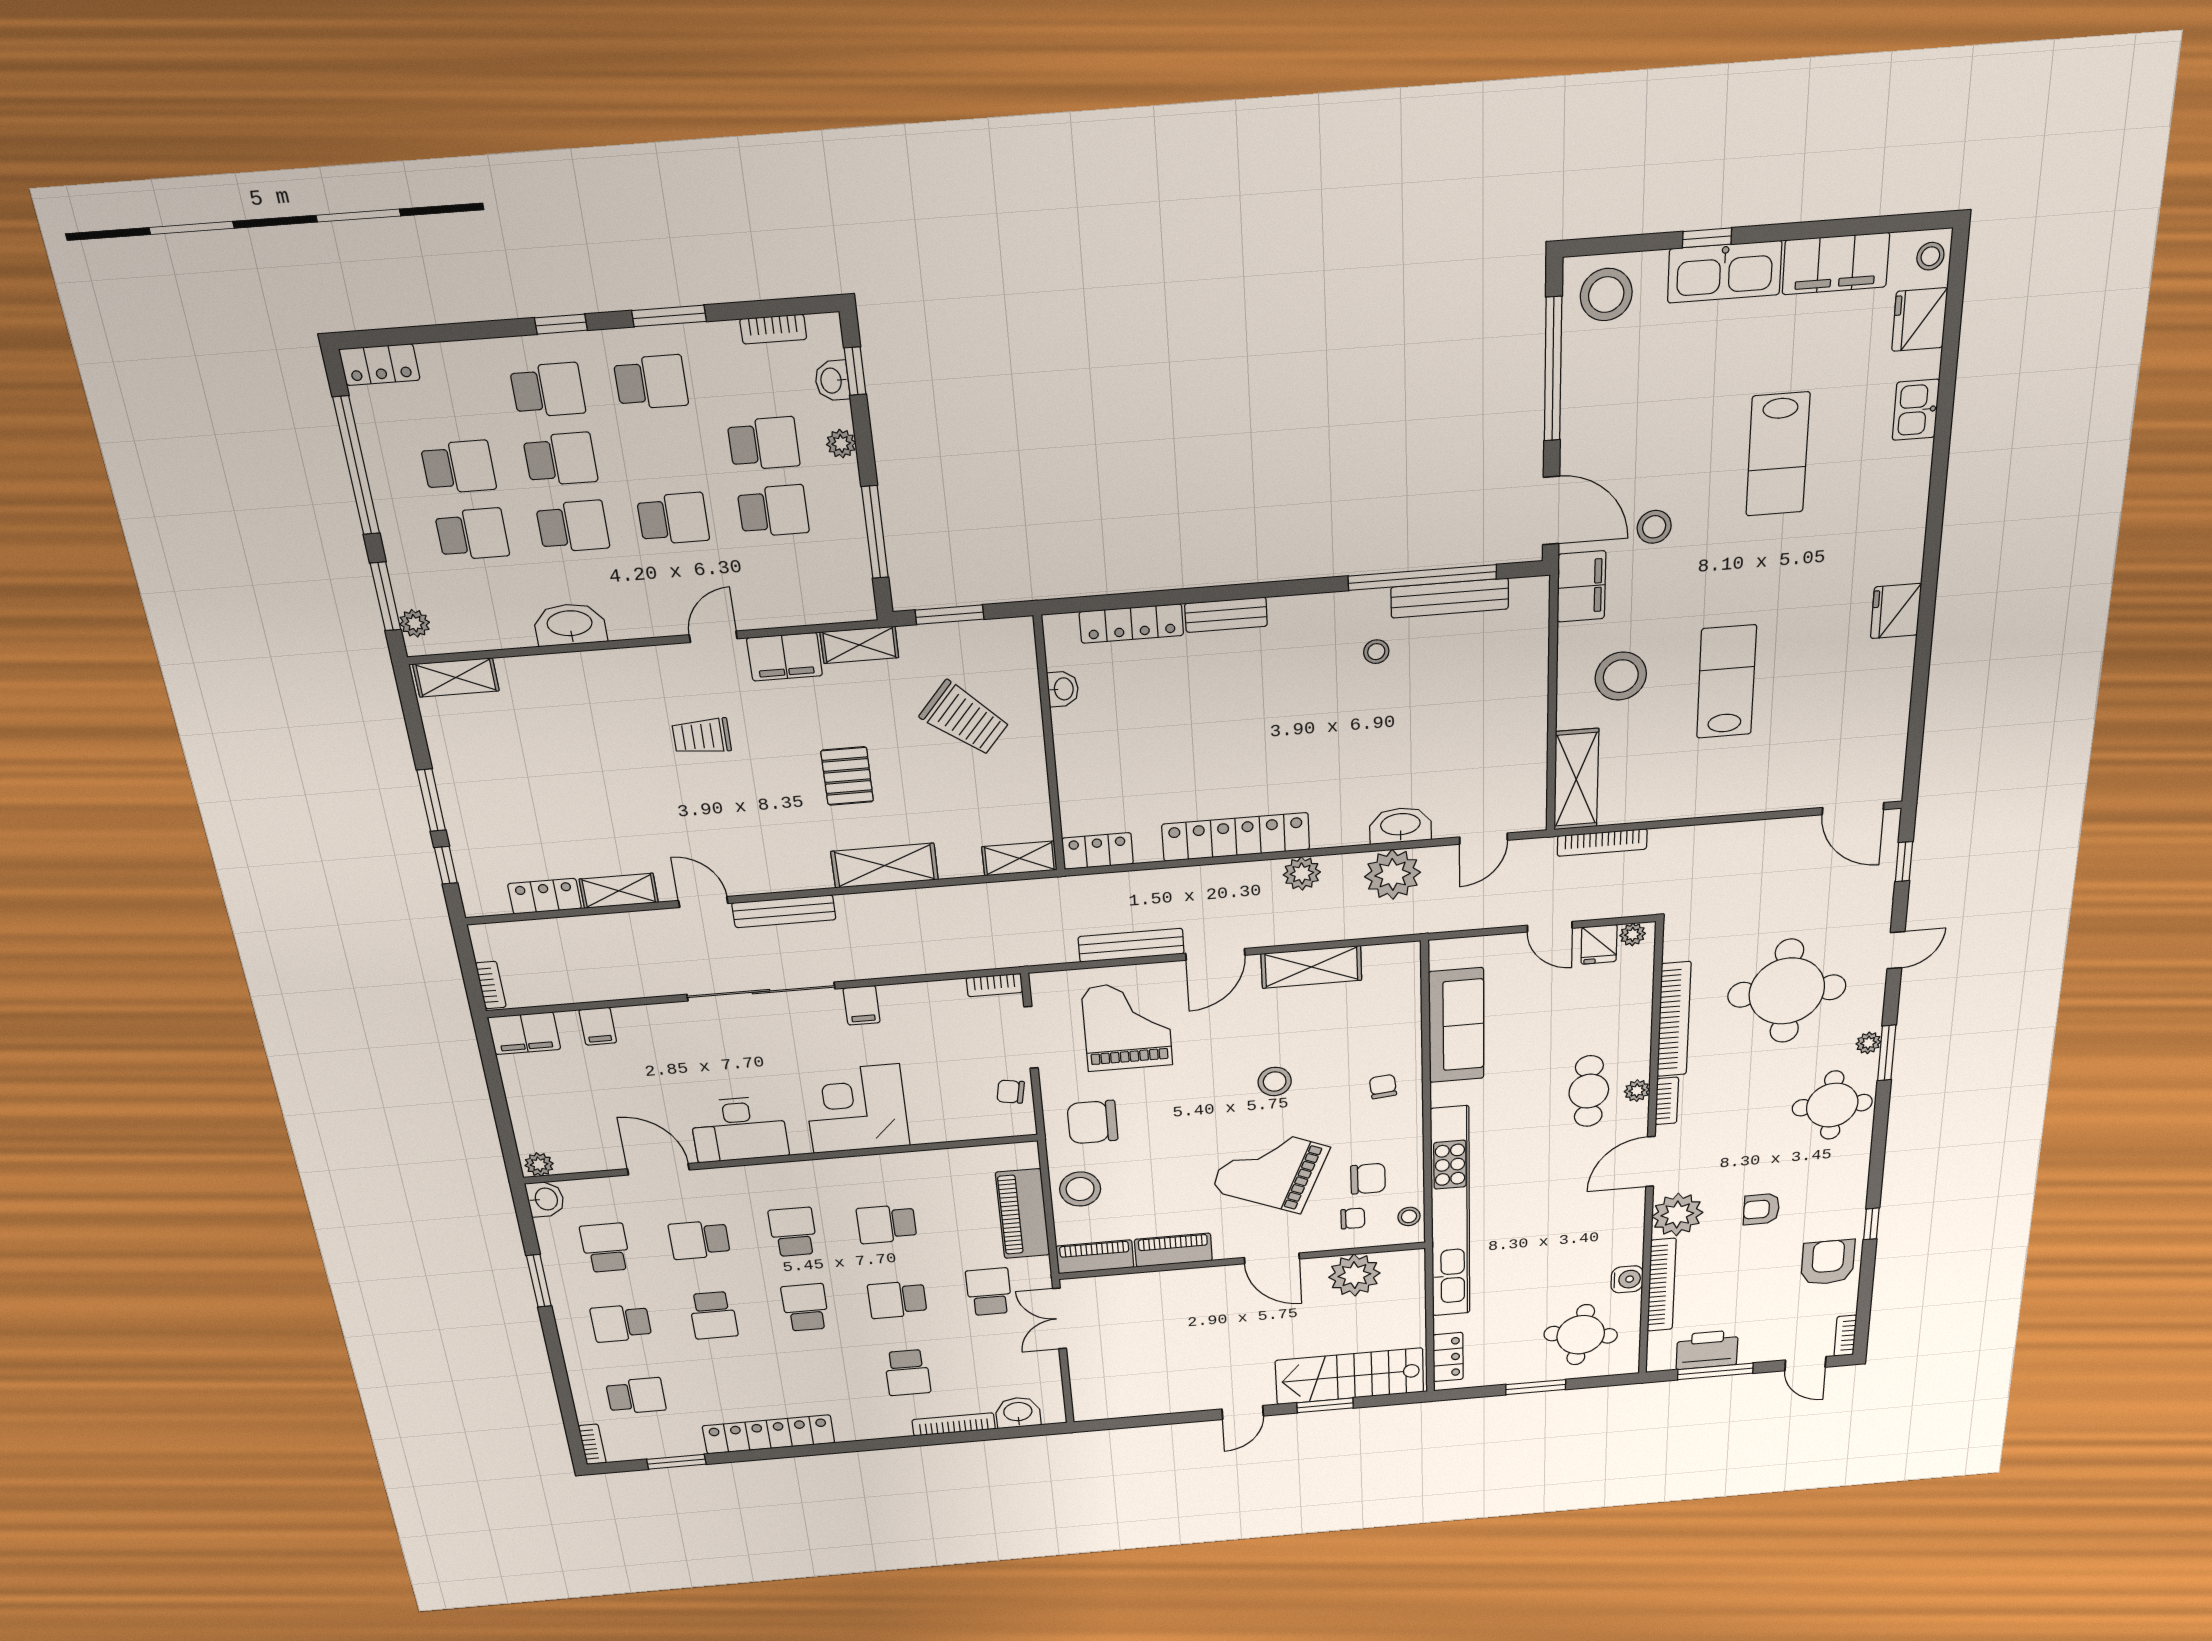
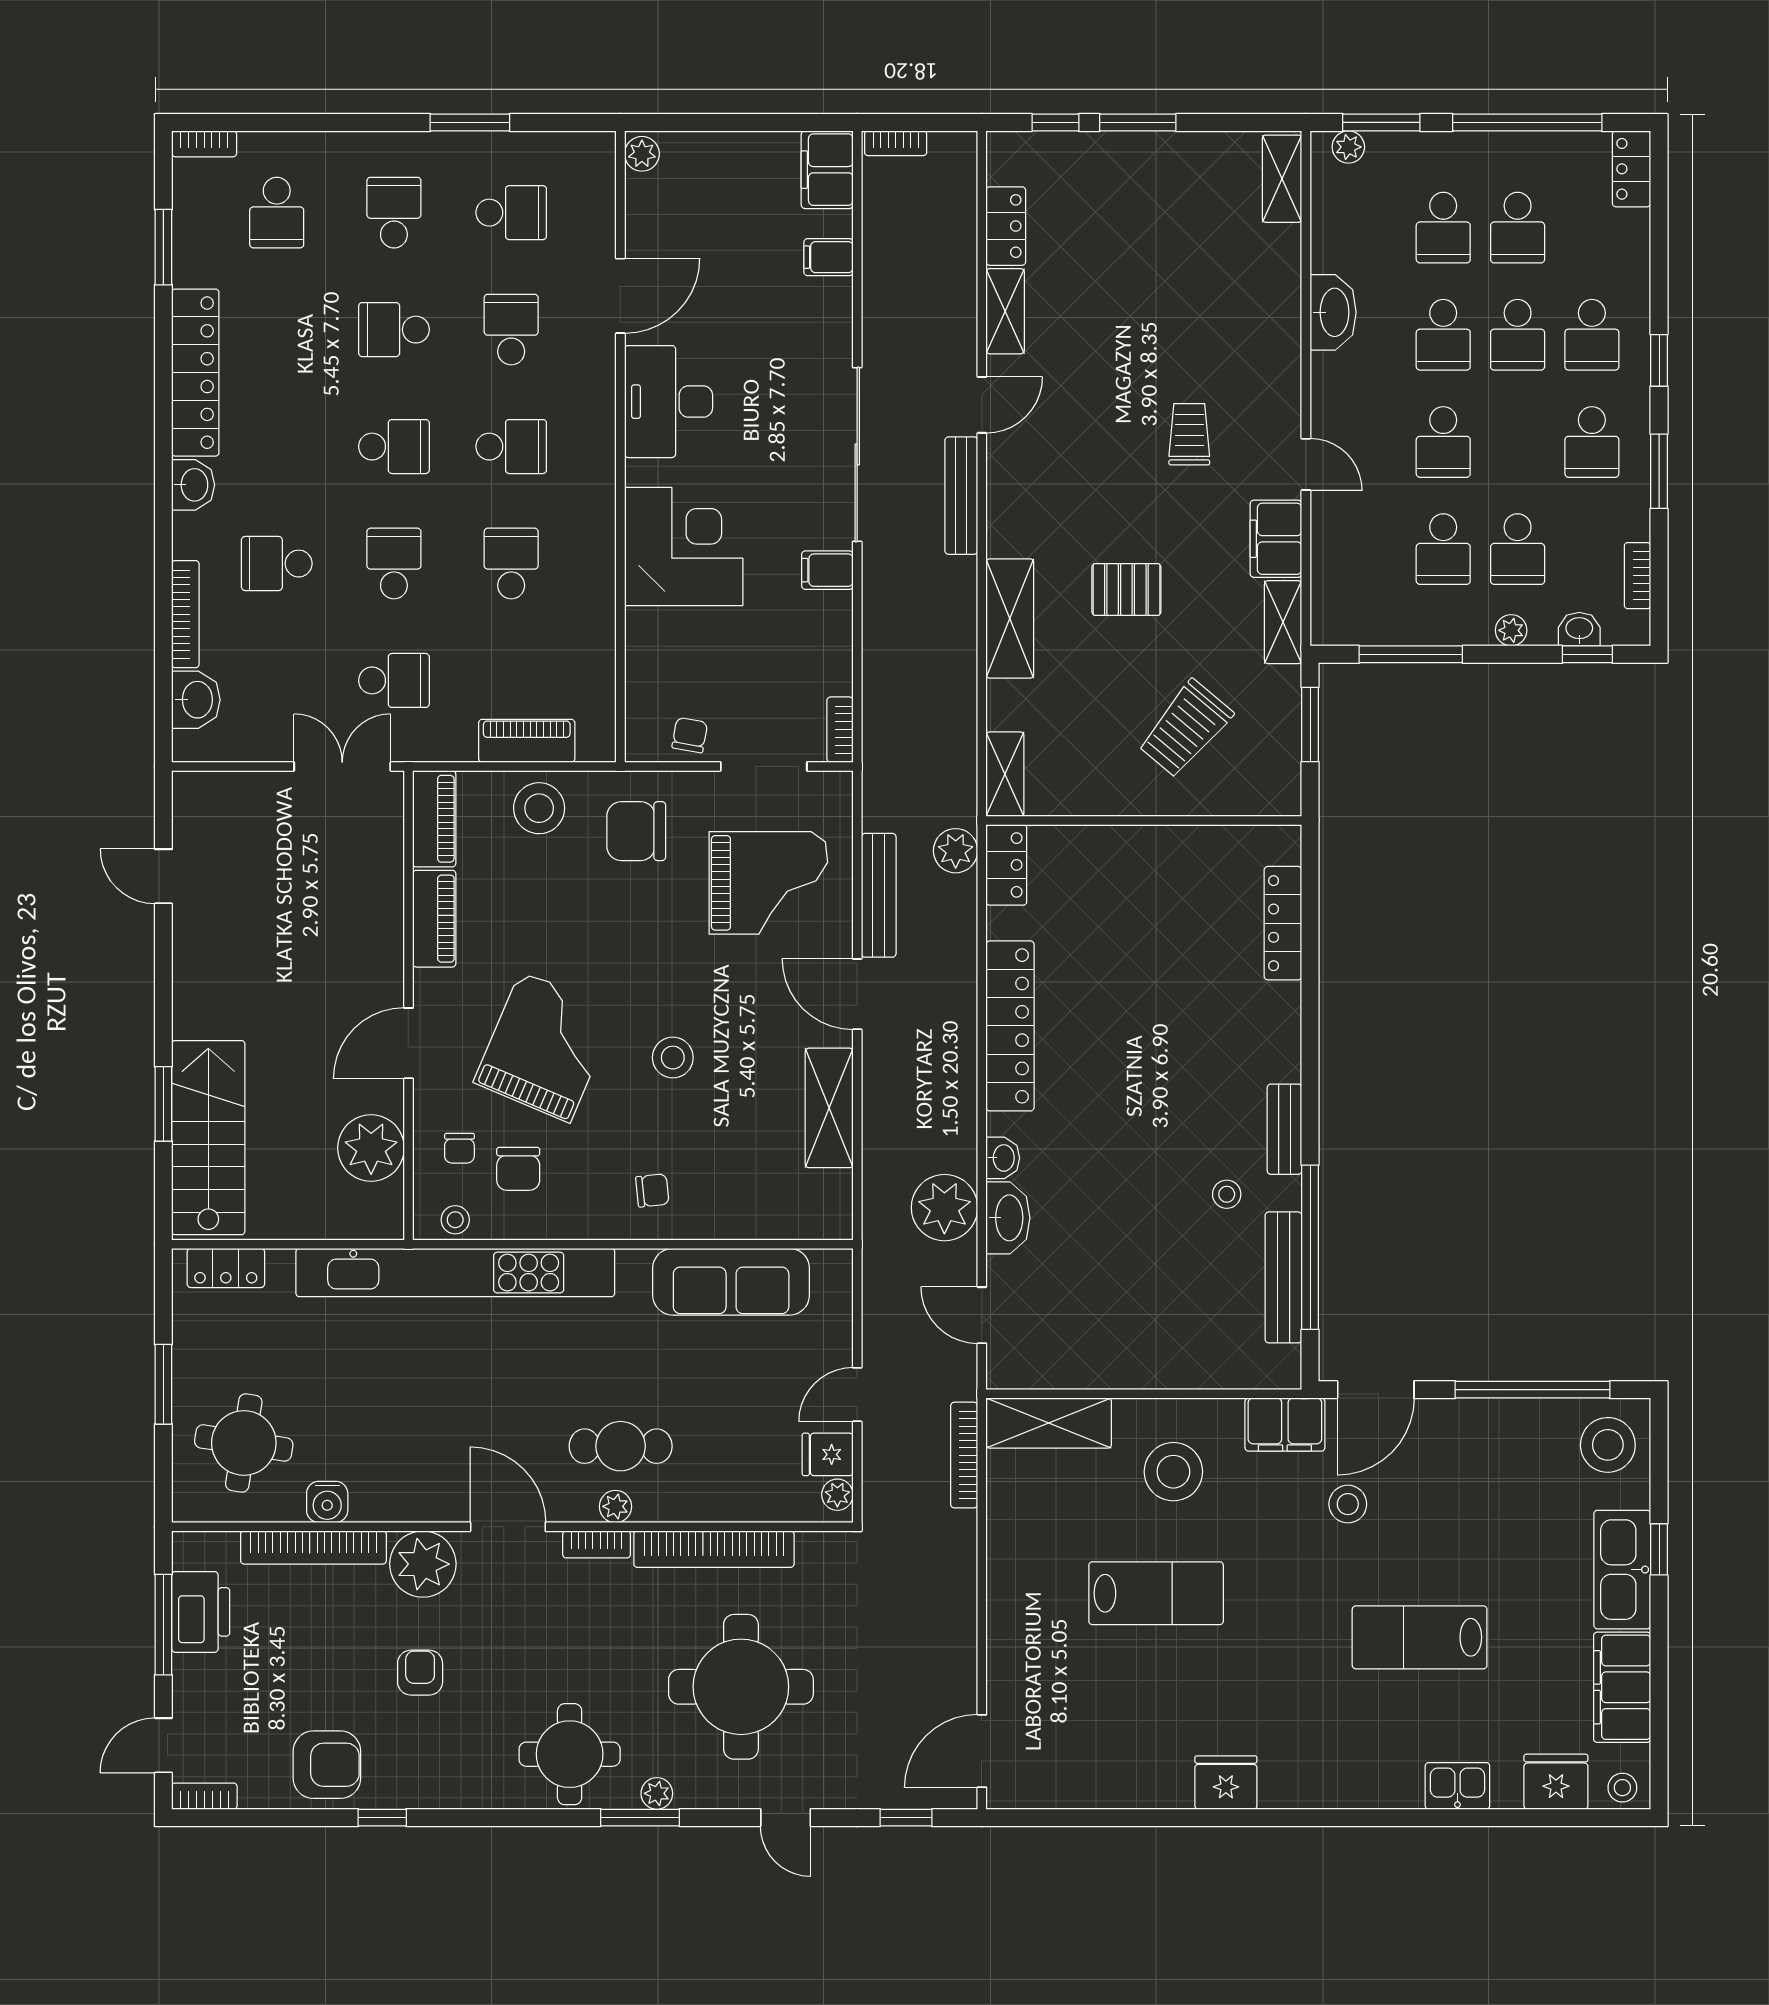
bench: (1226, 615) -> (1284, 1129), moved
washbasin: (1063, 689) -> (1003, 1158), moved, turned -90
plant: (1302, 873) -> (956, 851), moved
chair: (1093, 1122) -> (636, 831), turned -90
washbasin: (545, 1199) -> (193, 485), moved, turned -90
piano: (1023, 1214) -> (527, 741), width x0.73, depth x0.75
door: (1243, 1412) -> (163, 876), moved

